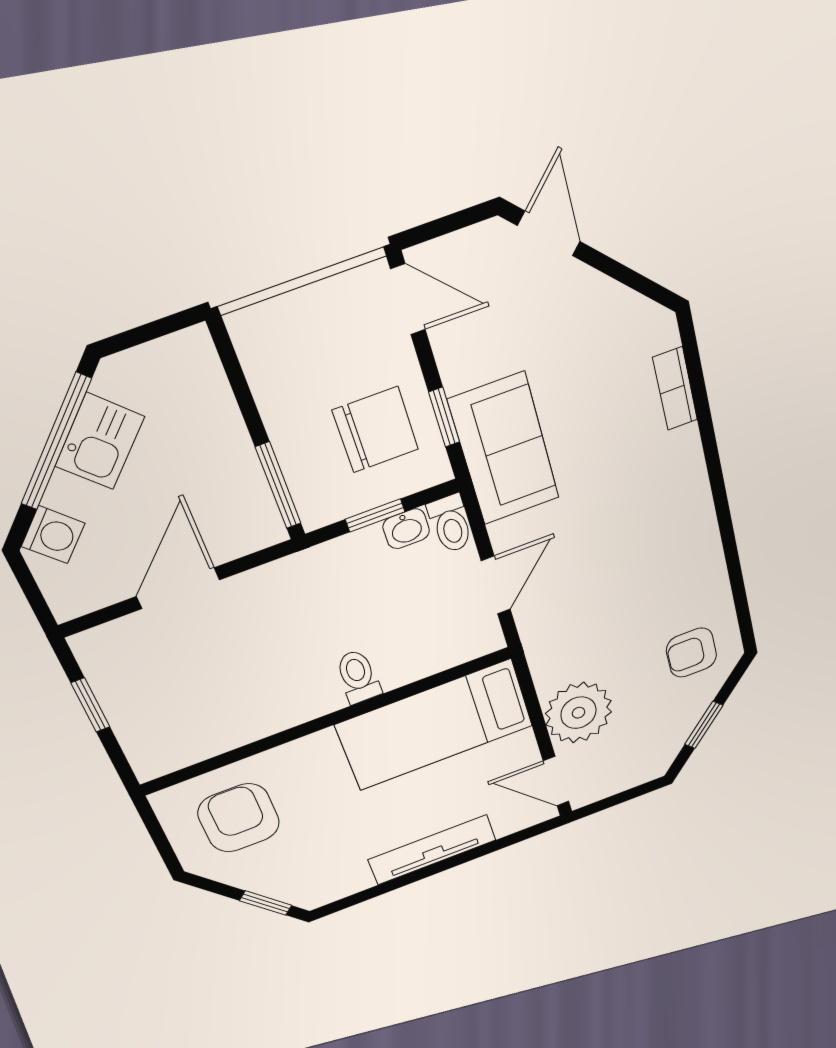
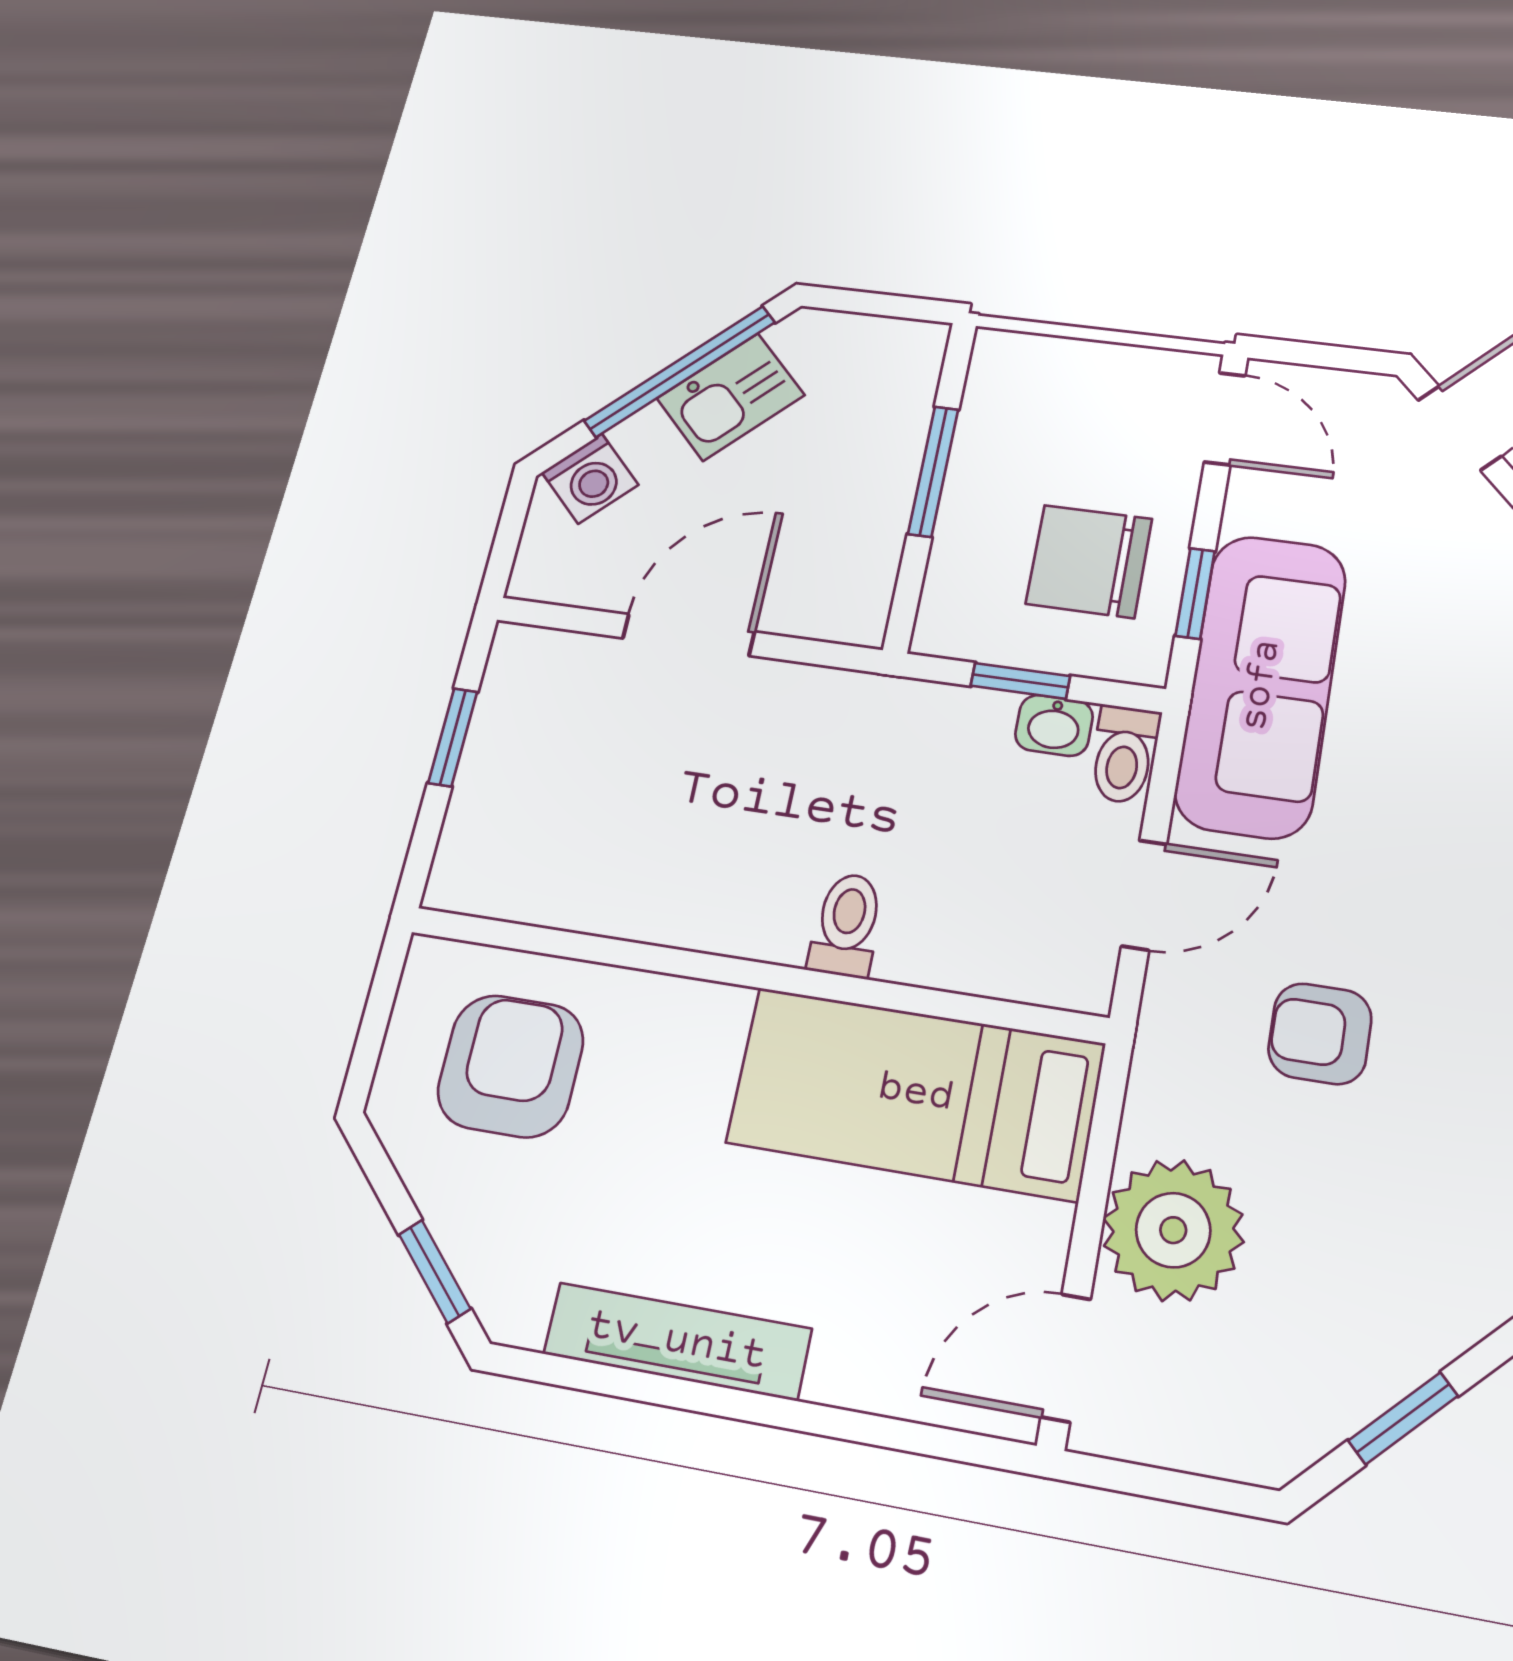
chair: (376, 430) -> (1089, 561), turned 180
sofa: (504, 449) -> (1261, 685), width x1.36
window: (278, 486) -> (933, 471), moved
armchair: (691, 653) -> (1320, 1034), moved
door: (556, 781) -> (1066, 1358), hinge flipped
tv unit: (432, 850) -> (677, 1341), moved

